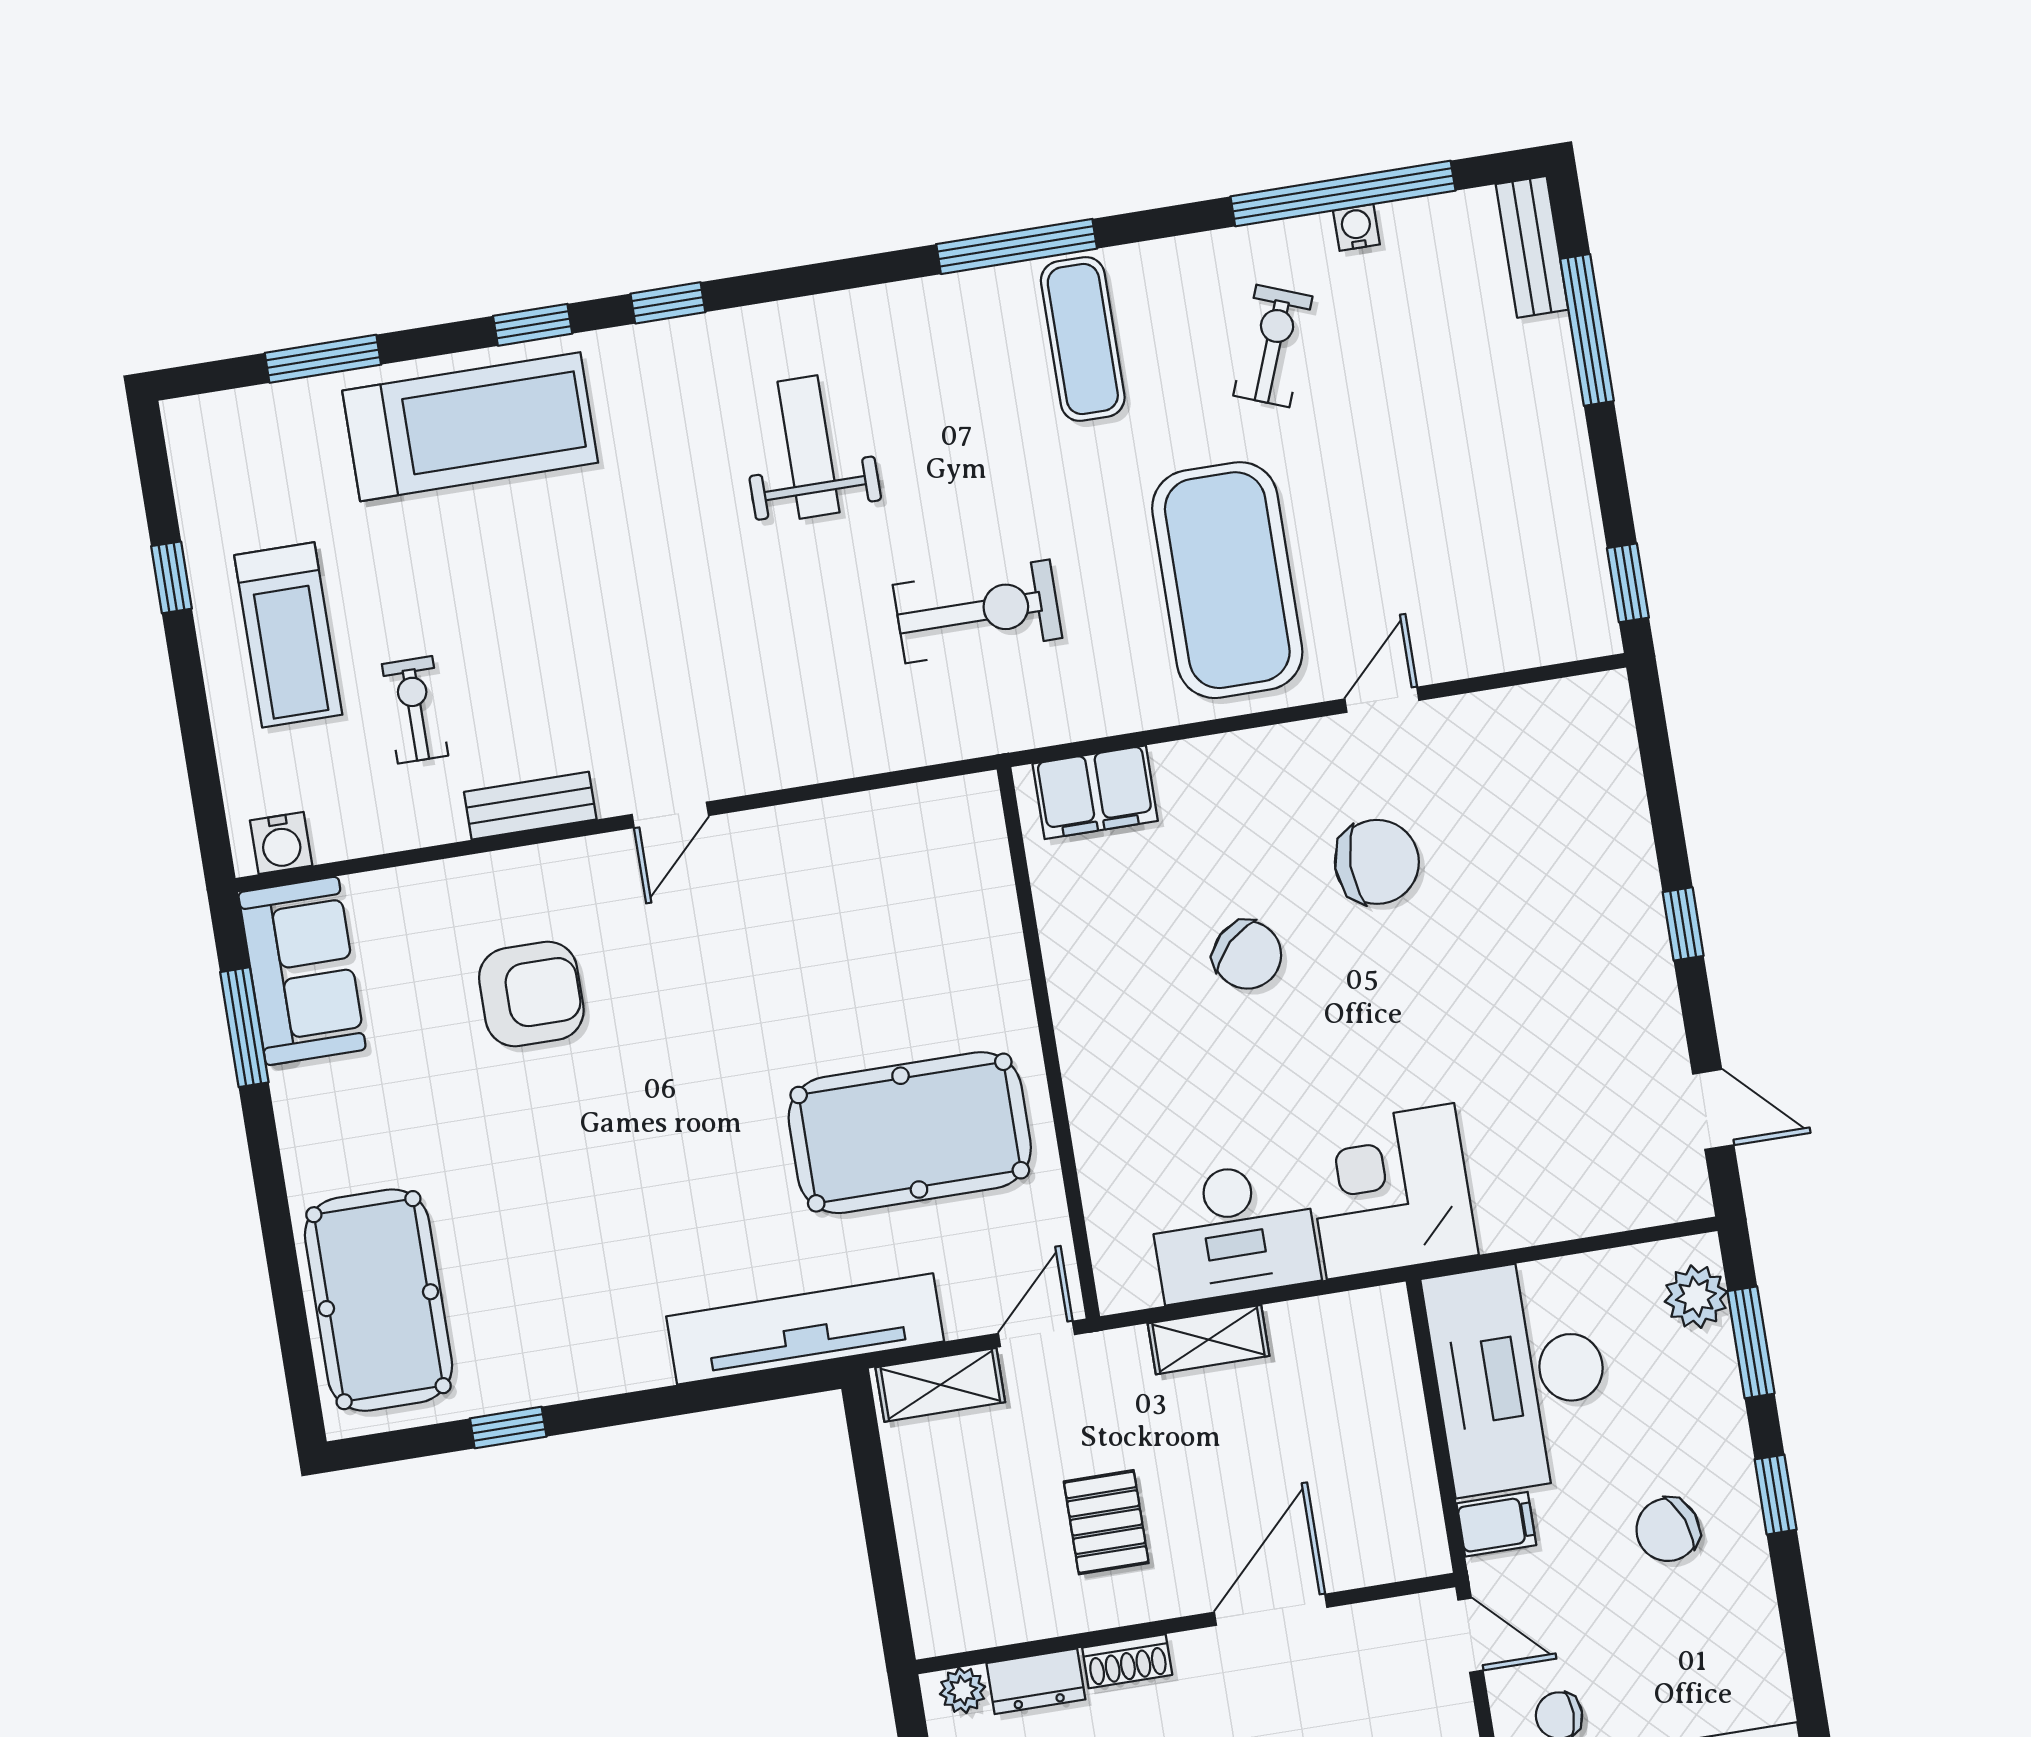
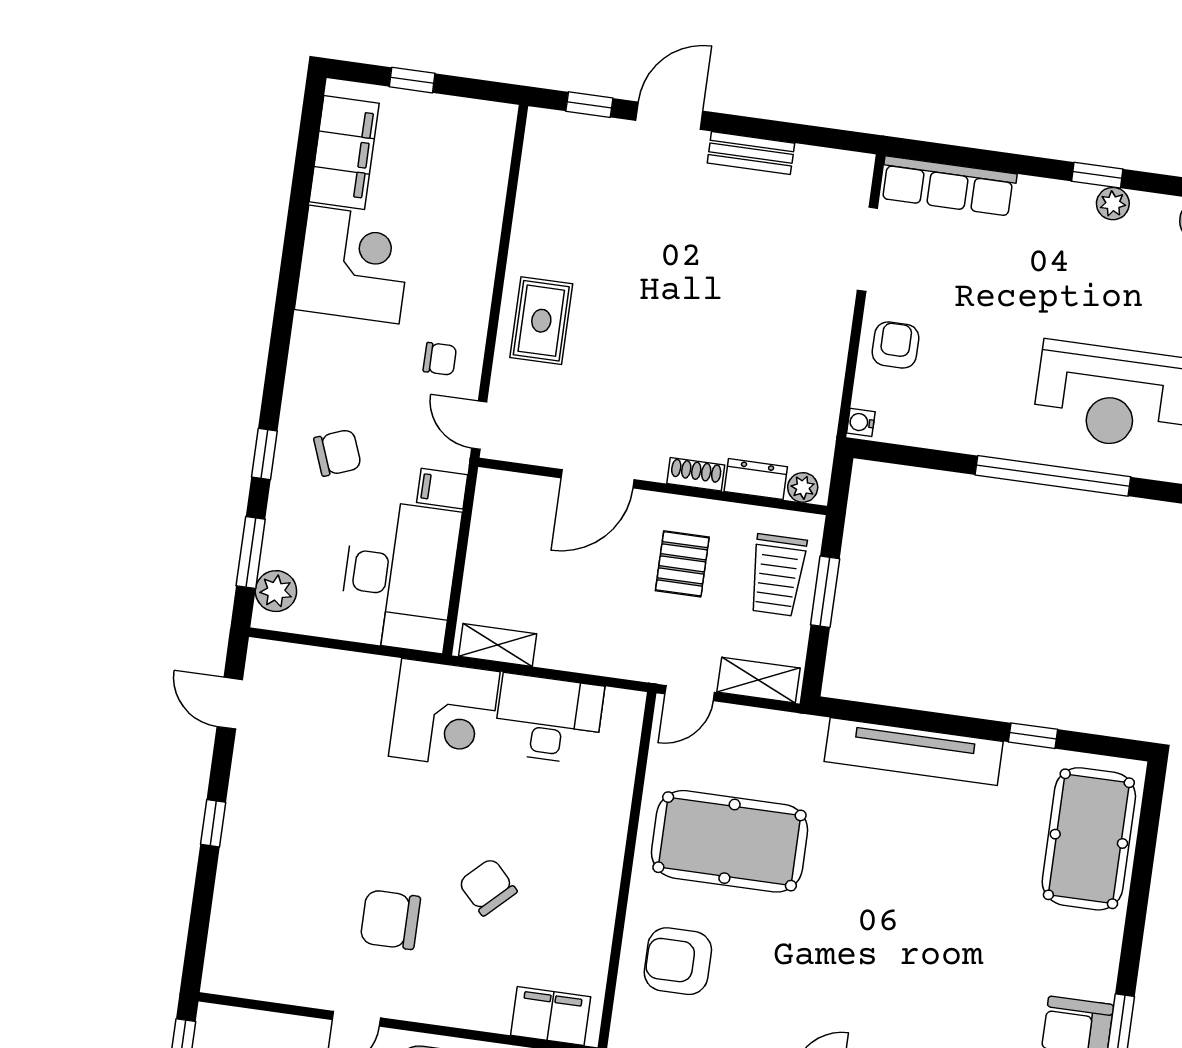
armchair: (531, 994) -> (678, 961), moved
tv unit: (805, 1329) -> (914, 752), moved
shelving: (1209, 1340) -> (498, 645), moved
window: (882, 1546) -> (825, 592), added
trolley: (960, 1549) -> (777, 575), added

